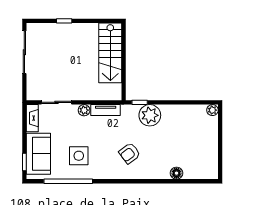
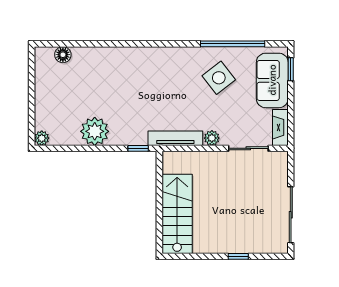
tv unit: (106, 110) -> (175, 138), width x1.41
plant: (150, 115) -> (95, 131), moved
armchair: (130, 153) -> (152, 81), removed
side table: (79, 156) -> (219, 78), turned -38
floor lamp: (176, 173) -> (63, 55), moved

